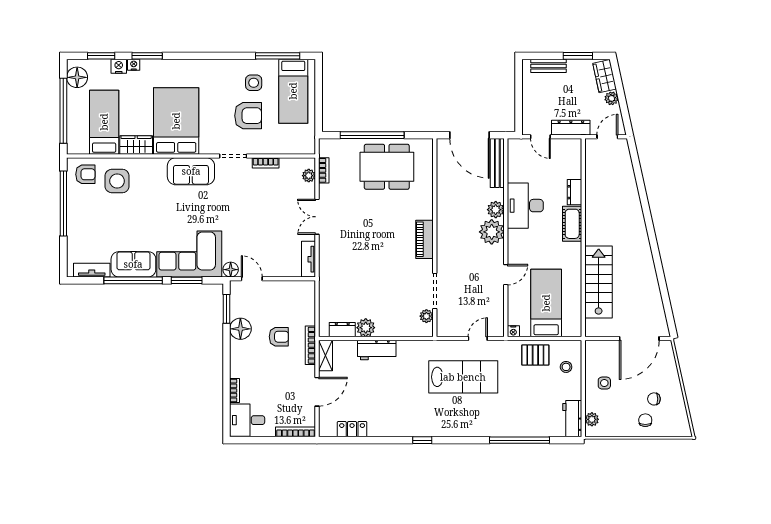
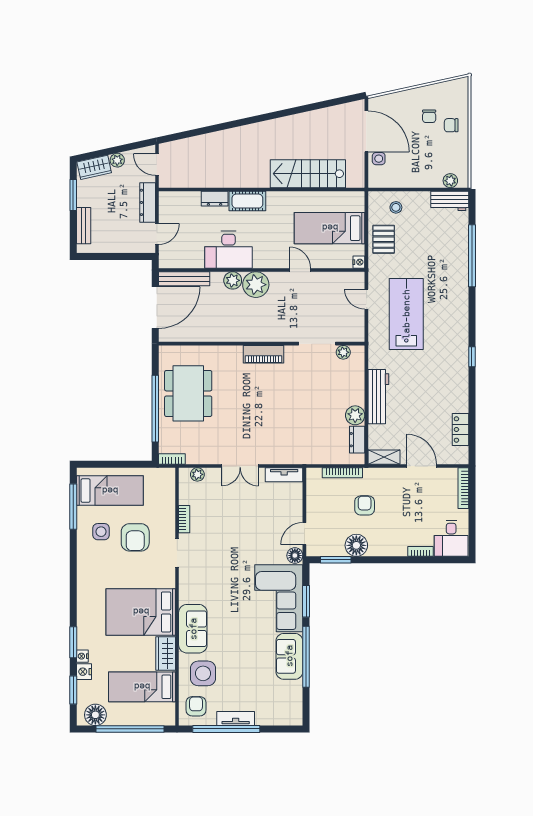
armchair: (248, 116) -> (135, 537), turned 180
bookcase: (324, 170) -> (172, 459), moved
sofa: (191, 171) -> (193, 629), moved
tv unit: (92, 270) -> (236, 718), moved, turned 90
bookcase: (310, 345) -> (342, 473), moved
workbench: (377, 350) -> (378, 397), width x1.38
side table: (604, 383) -> (379, 159), moved

